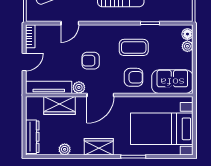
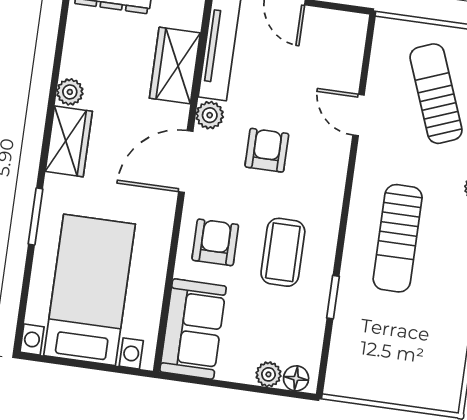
bookcase: (30, 36) -> (341, 21), removed
armchair: (134, 77) -> (215, 242), turned 180
door: (100, 95) -> (186, 162), hinge flipped
plant: (65, 149) -> (70, 92), moved

